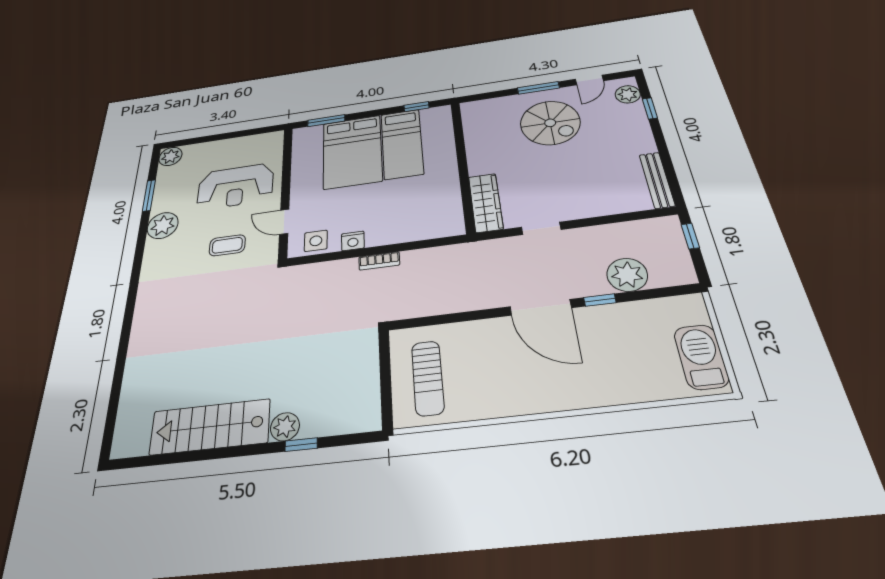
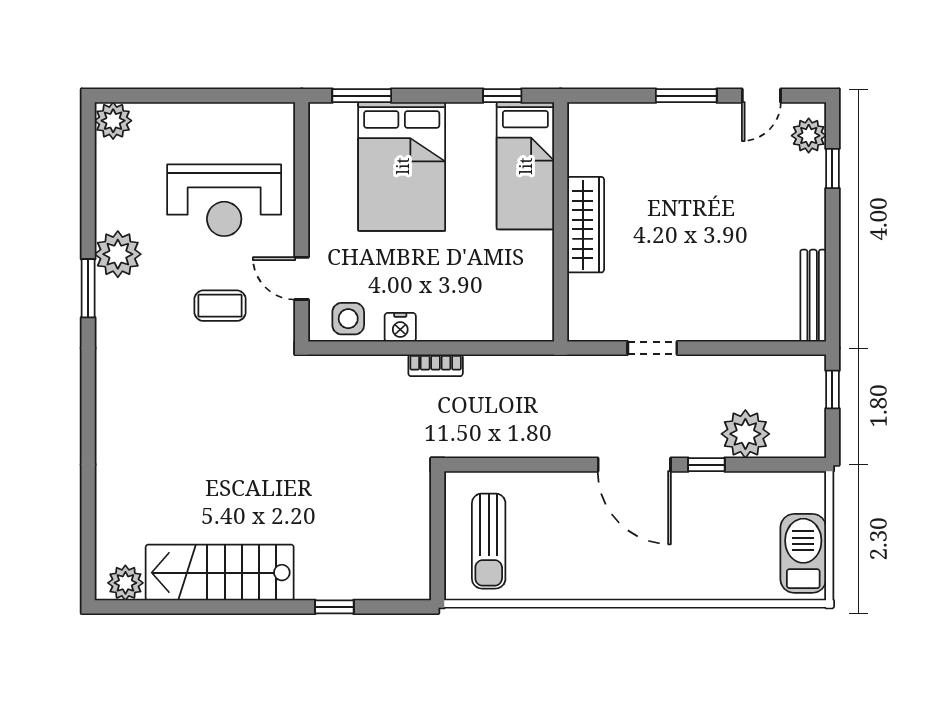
spiral stairs: (550, 123) -> (692, 168), removed
bed: (402, 144) -> (525, 166), moved
window: (149, 195) -> (88, 288), moved
wardrobe: (486, 203) -> (586, 225), moved
plant: (285, 427) -> (125, 583), moved

